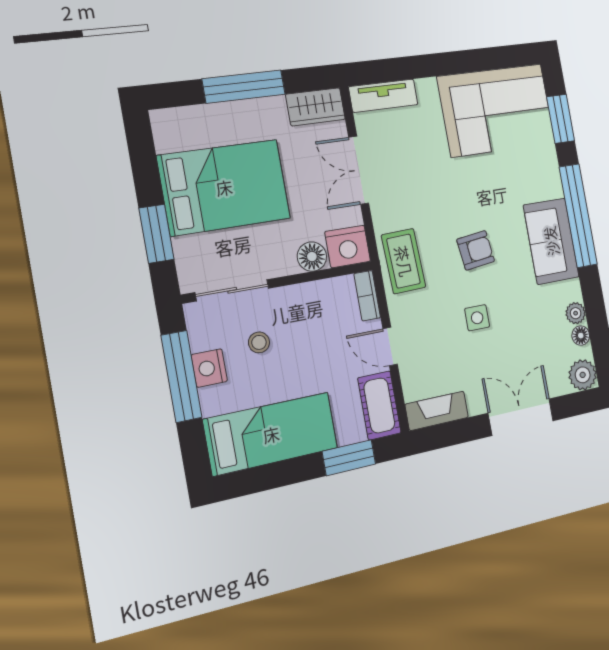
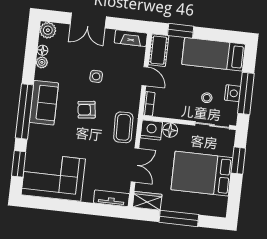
coffee table: (404, 261) -> (123, 127), moved

